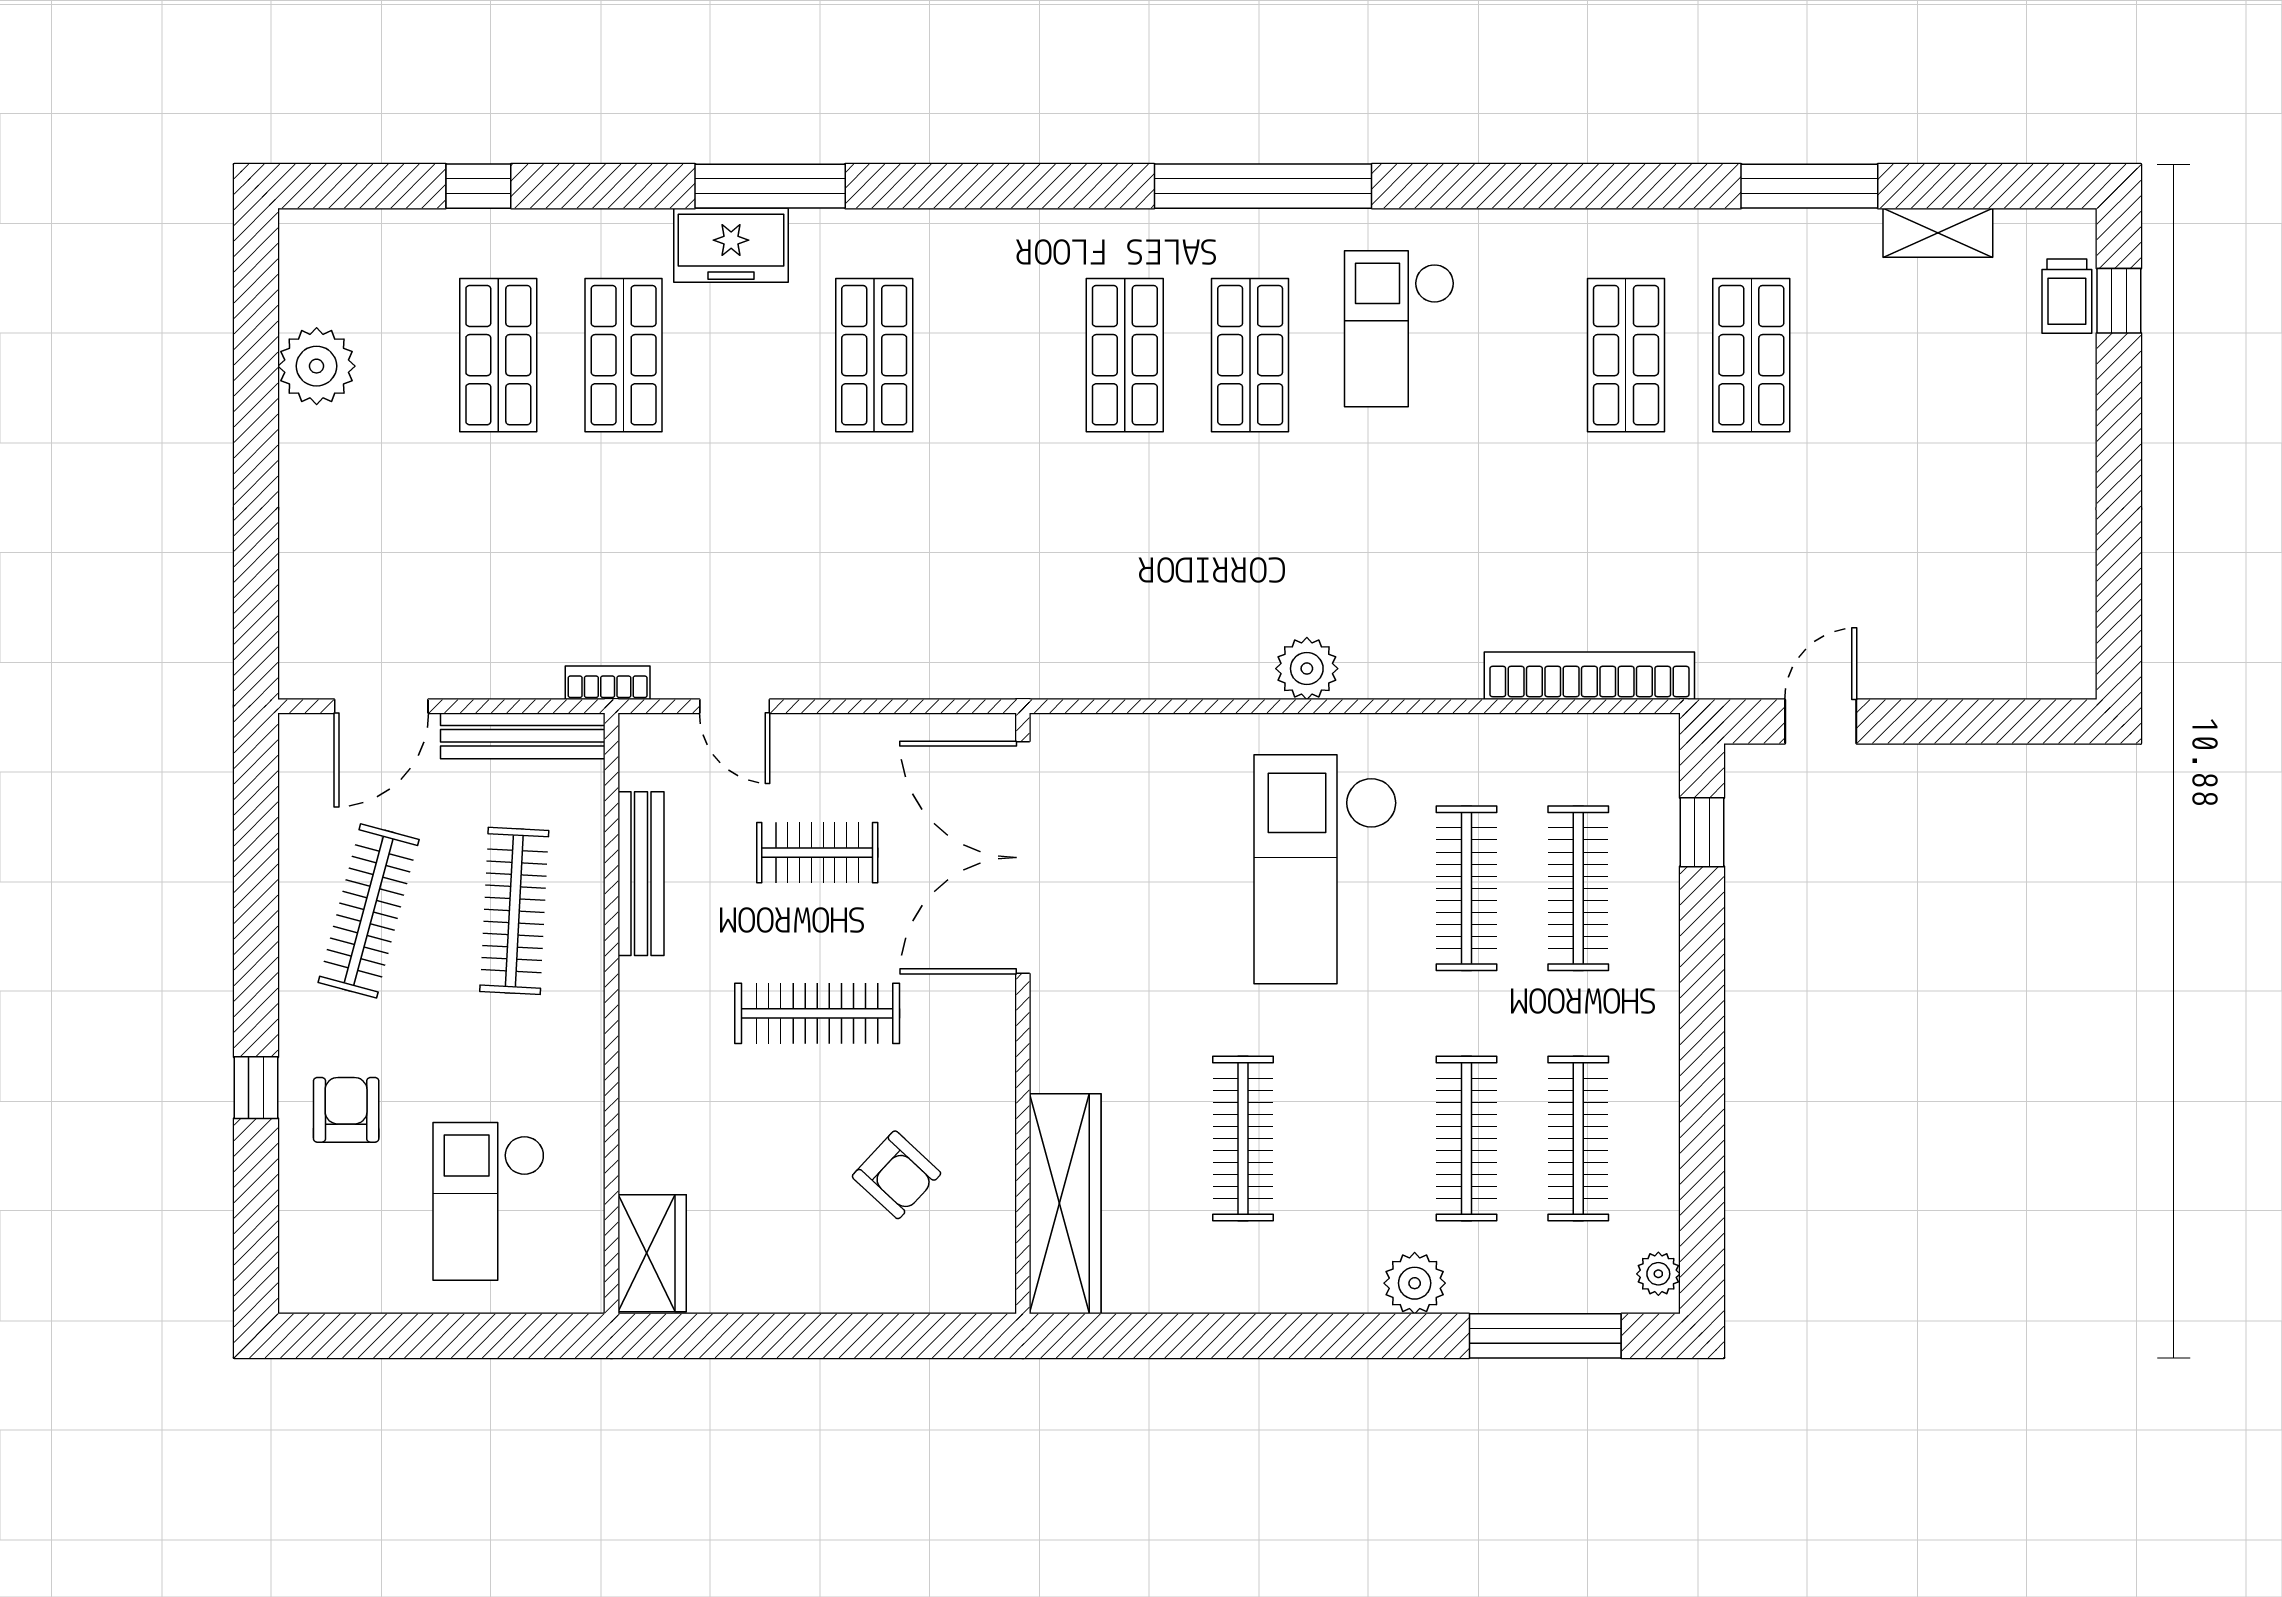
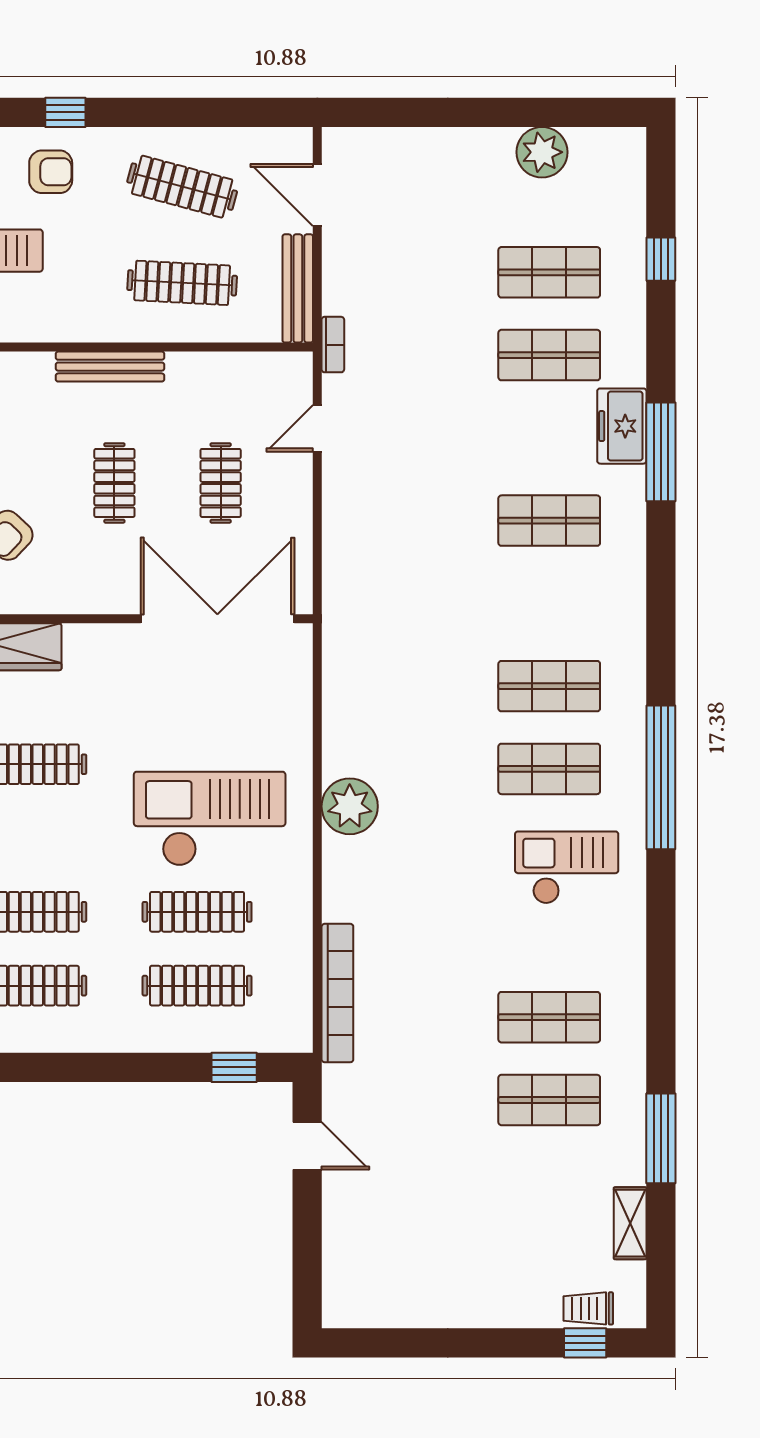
plant: (1307, 669) -> (350, 806), width x1.36, depth x1.36
bench: (641, 874) -> (110, 367), moved
clothes rail: (817, 1013) -> (114, 483), width x0.73

